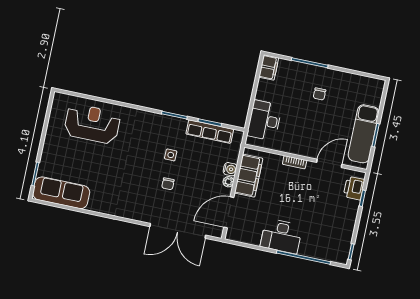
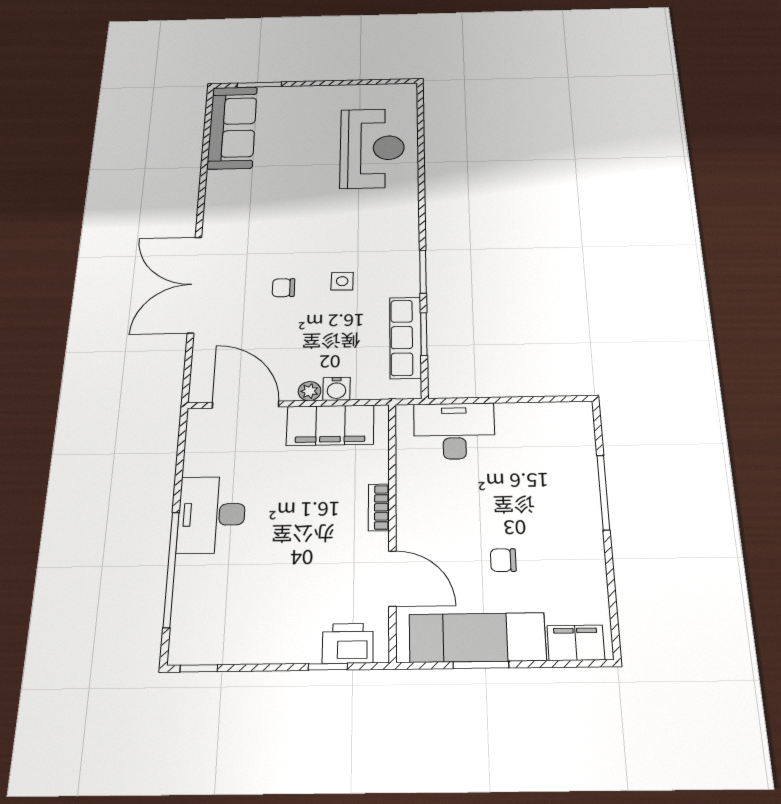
filing cabinet: (269, 67) -> (576, 643), moved, turned 180
chair: (319, 94) -> (503, 560), moved
double door: (178, 231) -> (194, 284), moved

